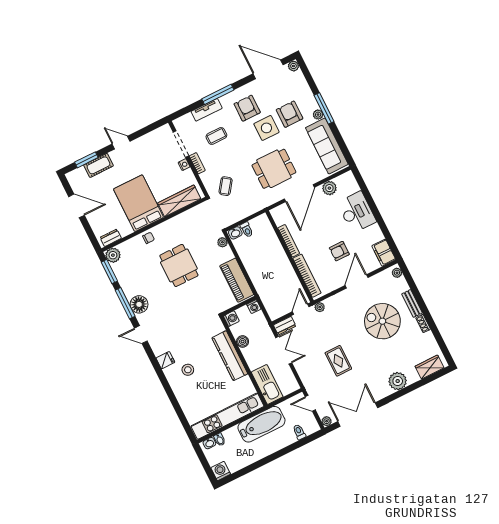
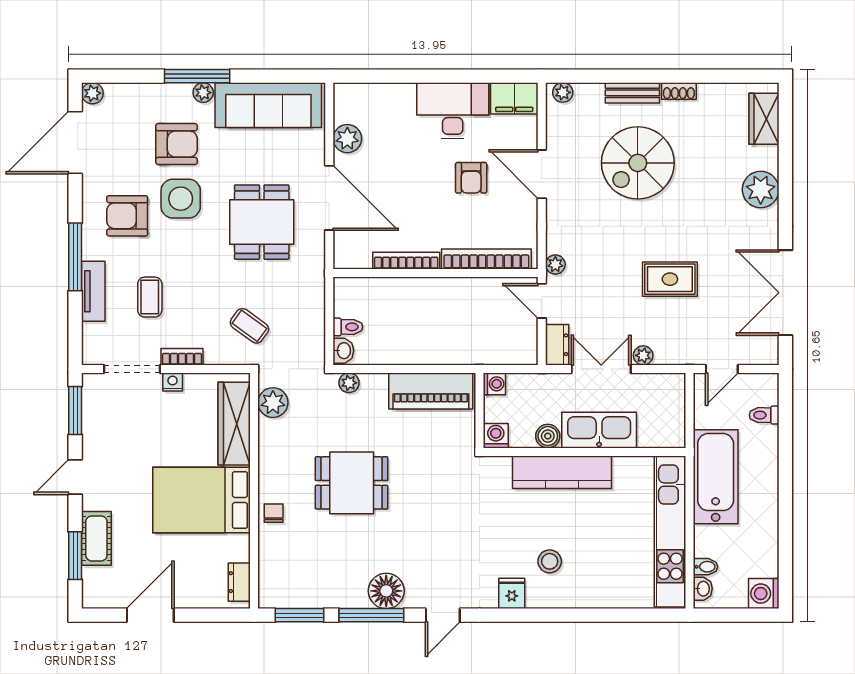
armchair: (290, 114) -> (177, 144), turned 180
window: (150, 128) -> (75, 411), added
desk: (357, 212) -> (453, 111), moved
plant: (113, 255) -> (273, 403), moved
kitchen sink: (267, 384) -> (599, 430), moved
plant: (327, 421) -> (643, 355), moved

